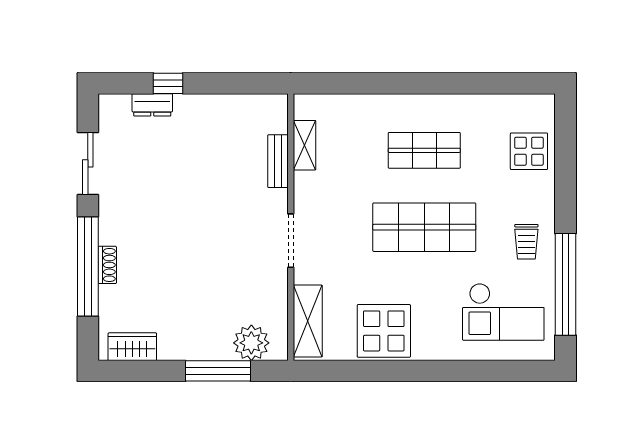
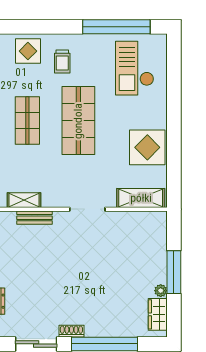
trolley: (526, 242) -> (62, 61), moved, turned 90
shoe rack: (107, 265) -> (71, 331), moved
checkout: (503, 312) -> (135, 68), turned 180
plant: (251, 343) -> (161, 291), moved, width x0.53, depth x0.53
window: (218, 371) -> (174, 272), moved

